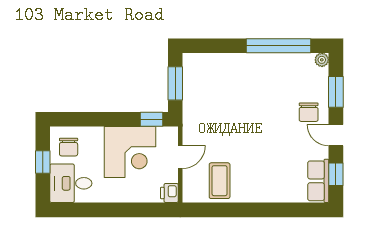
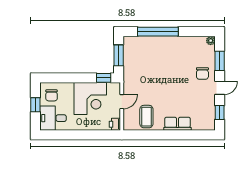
window: (278, 46) -> (158, 32), moved
door: (336, 135) -> (220, 88), swing flipped
row of seats: (318, 181) -> (178, 124), moved, turned 90

